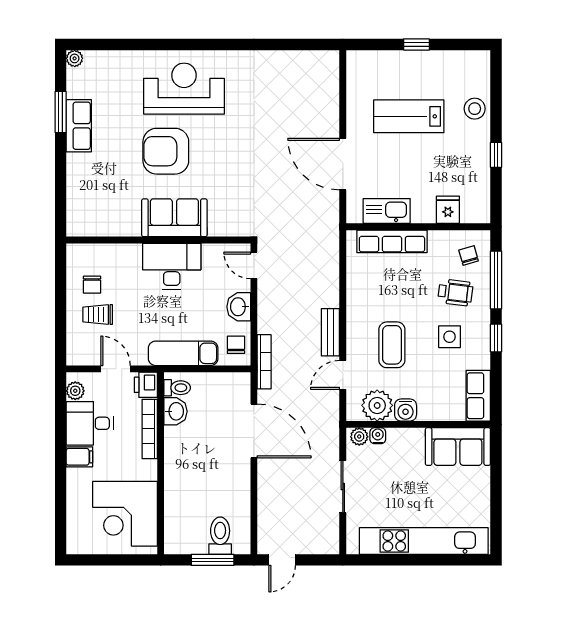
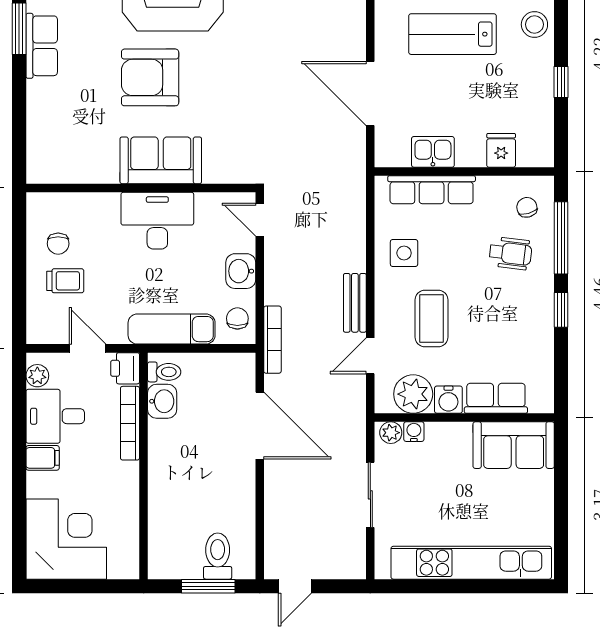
kitchen sink: (387, 211) -> (433, 152), width x0.73
trolley: (98, 315) -> (65, 281), turned 180
side table: (450, 337) -> (404, 253), moved
row of seats: (478, 396) -> (496, 398), moved, turned 90
corner desk: (125, 514) -> (66, 539), moved, turned 180

